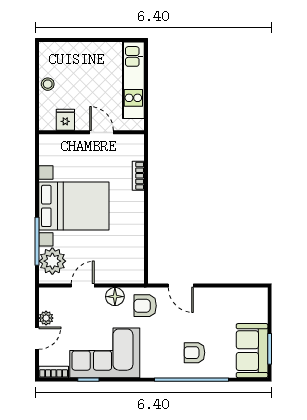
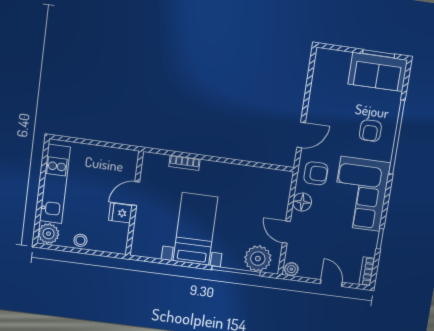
plant: (50, 52) -> (49, 234), added
kitchen unit: (133, 80) -> (55, 184), moved, turned -90
fridge: (65, 120) -> (120, 213), moved
bed with nightstands: (74, 206) -> (195, 229), width x0.73
armchair: (145, 306) -> (316, 173), turned -90
plant: (46, 318) -> (291, 269), moved
corner sofa: (105, 353) -> (360, 194), moved

